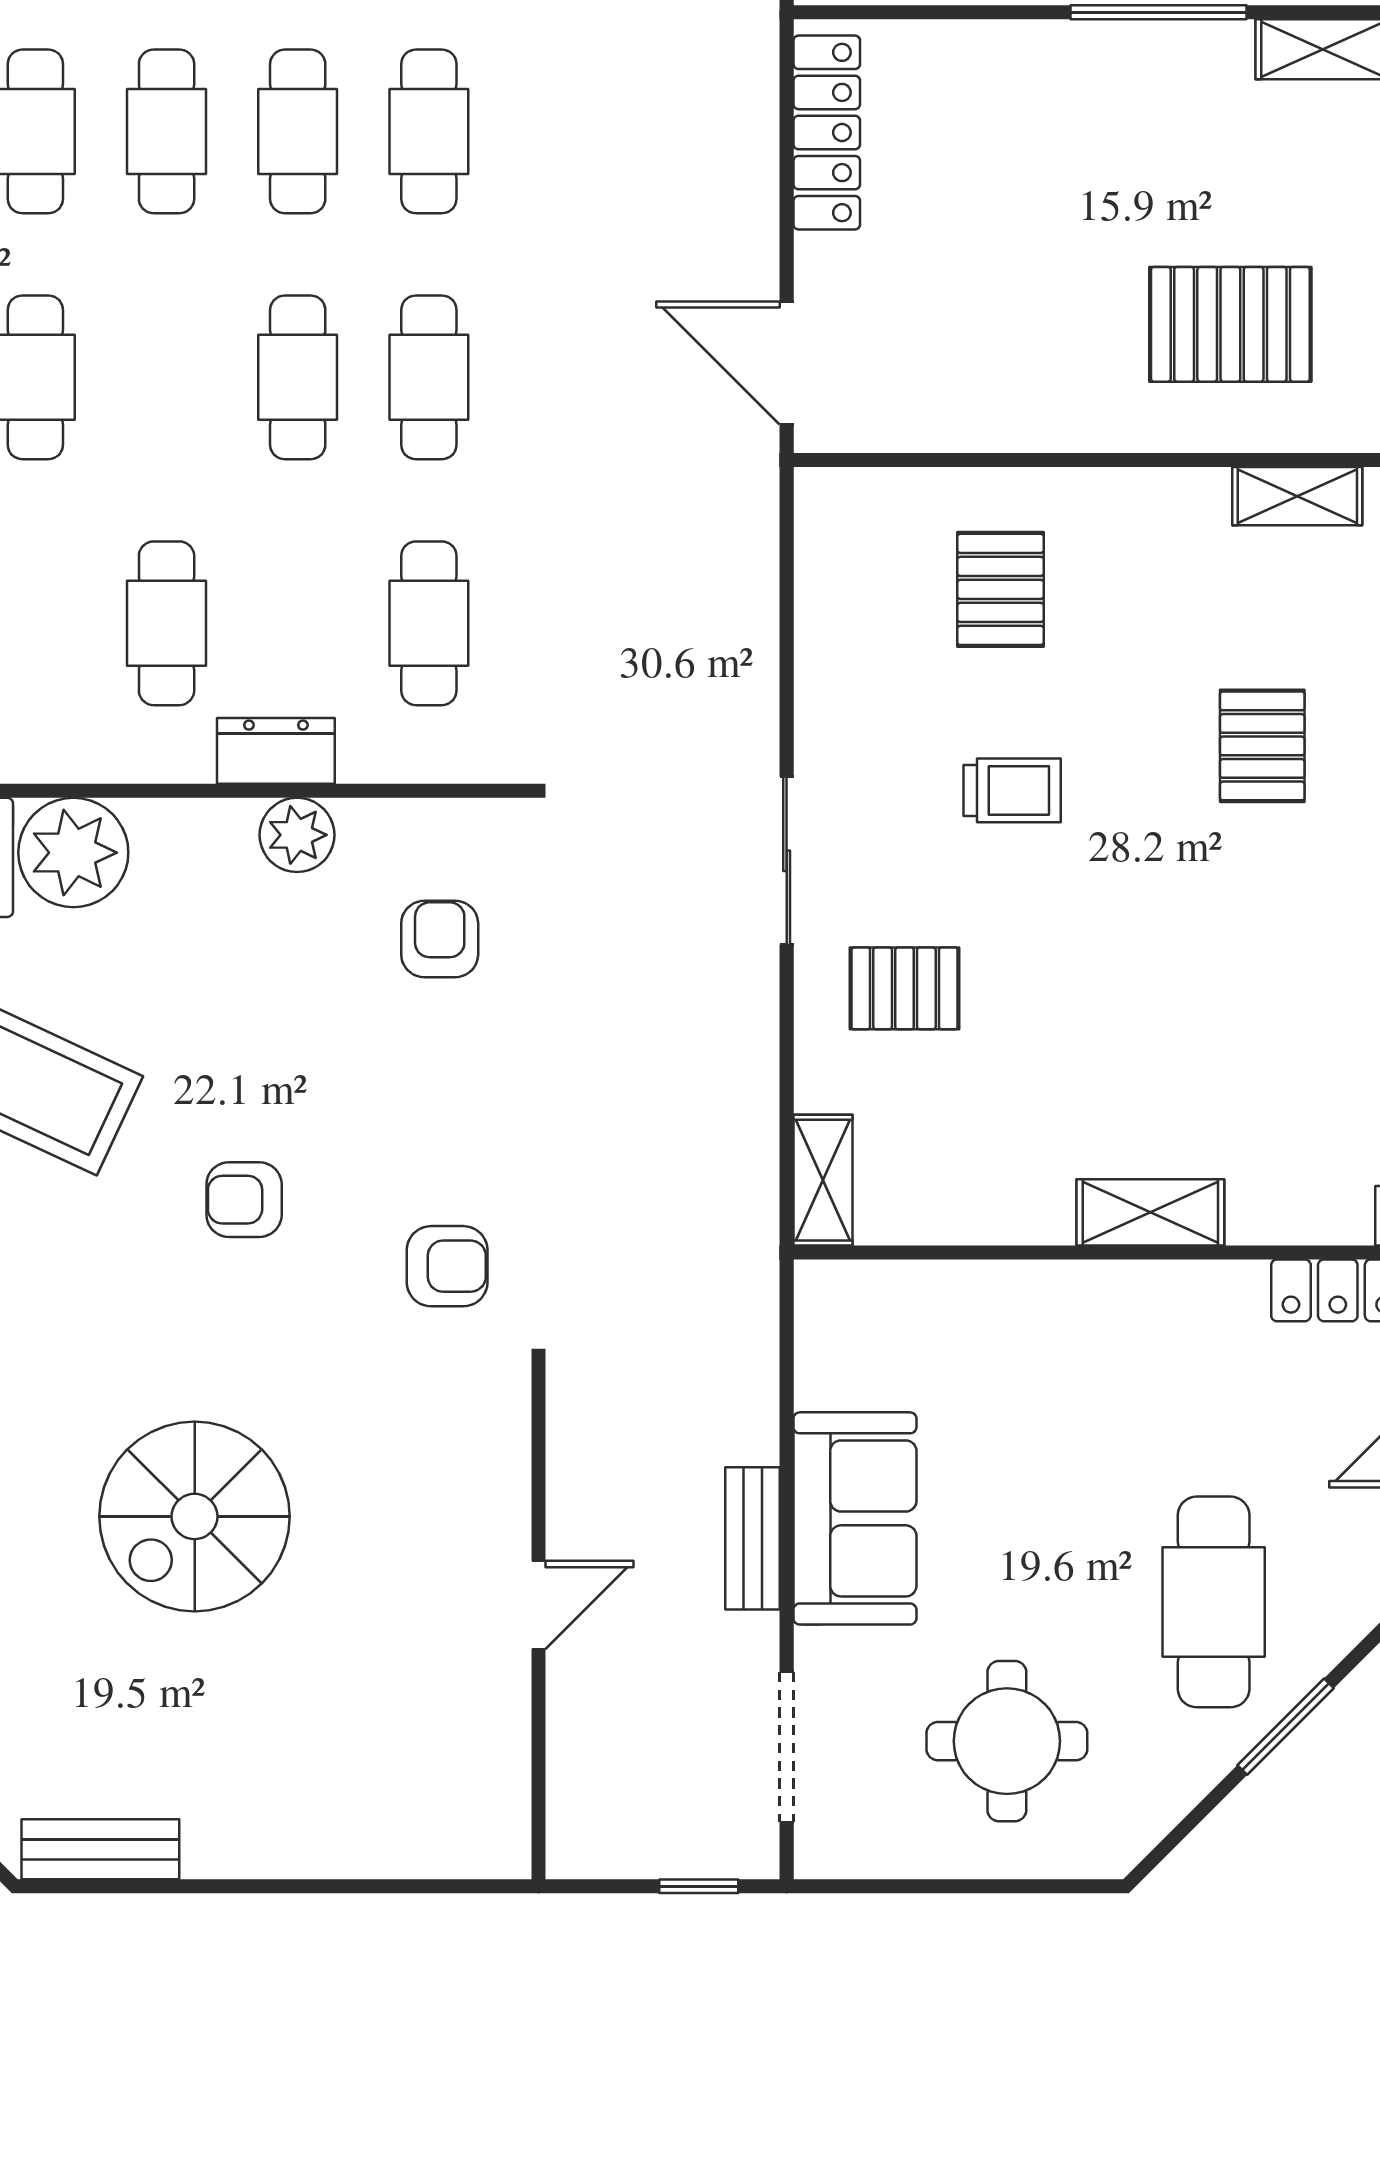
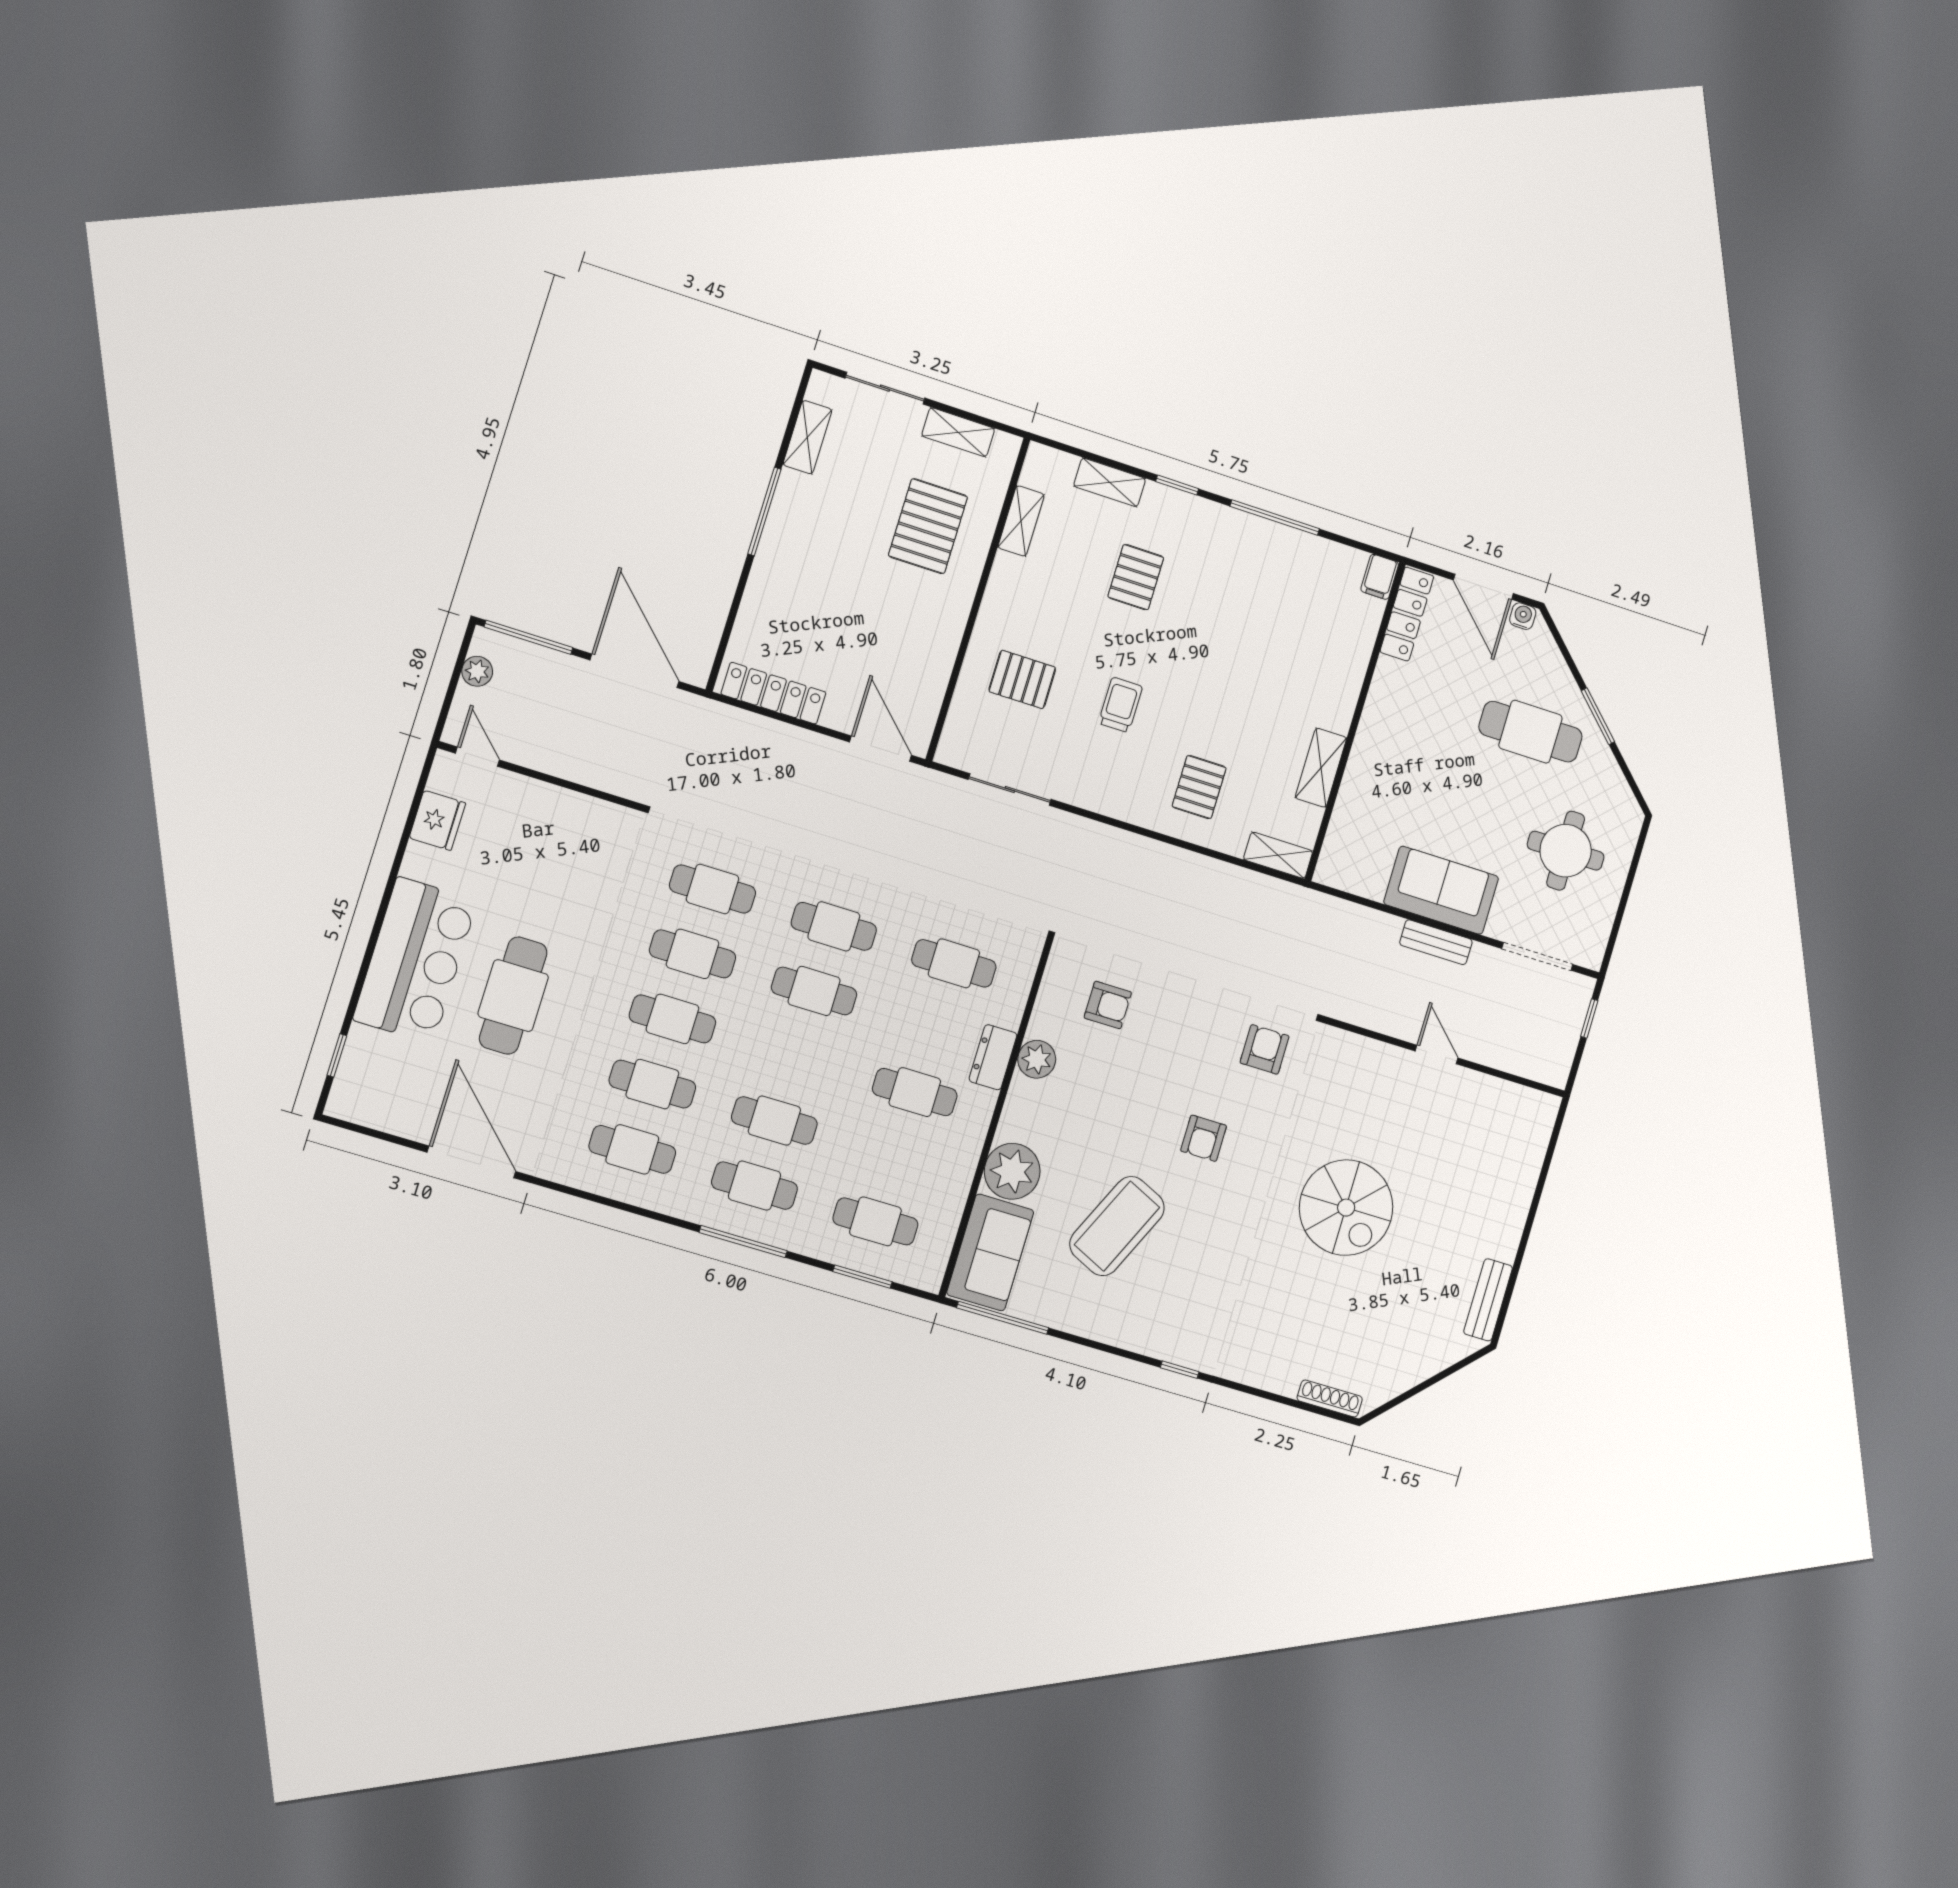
door: (787, 363) -> (881, 749), swing flipped
pallet: (1262, 746) -> (1136, 577), turned 90
sliding door: (787, 861) -> (1010, 790), moved
armchair: (440, 939) -> (1108, 1005), turned 180
shelving: (1150, 1212) -> (1321, 768), moved

